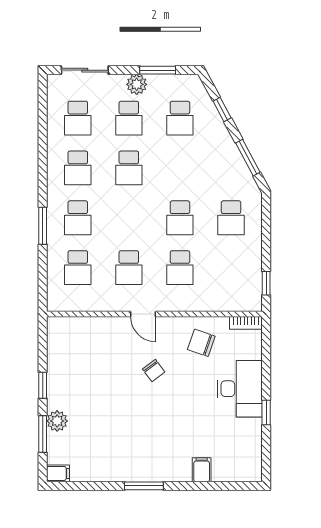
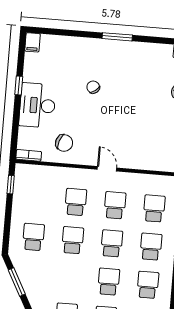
school desk: (129, 218) -> (112, 243), added
chair: (154, 371) -> (93, 87), moved
filing cabinet: (202, 470) -> (32, 42), moved

